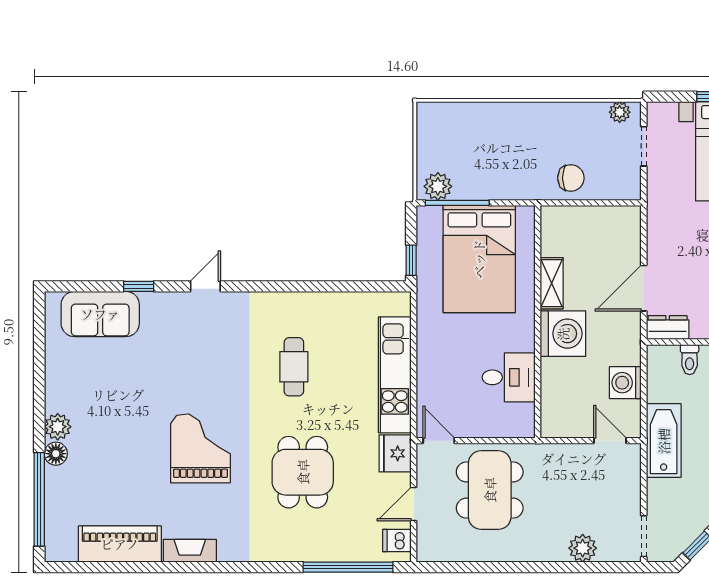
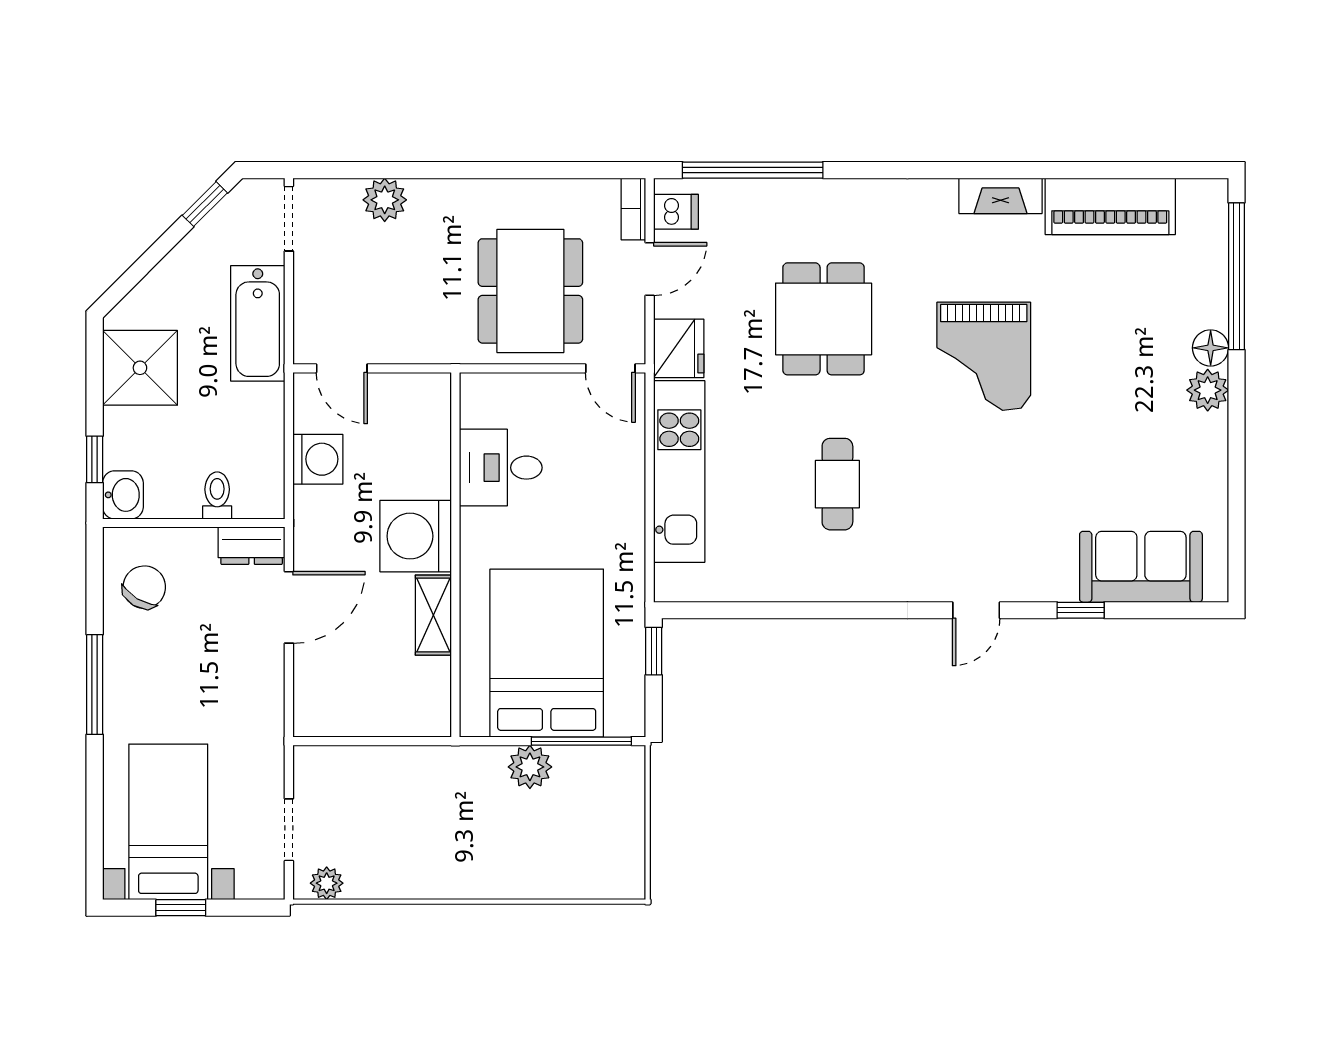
chair: (571, 178) -> (403, 780), removed
plant: (438, 186) -> (530, 767), moved
bathtub: (664, 441) -> (258, 323), moved
bookcase: (424, 542) -> (633, 209), added

